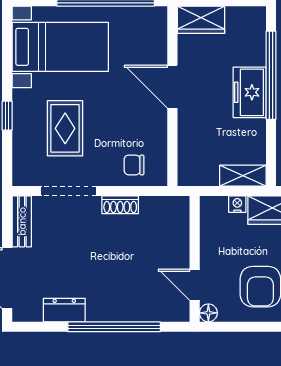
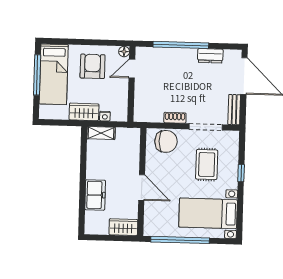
window: (271, 75) -> (82, 193), removed
freezer: (250, 92) -> (95, 195), moved
chair: (134, 165) -> (166, 141), width x1.87, depth x1.87
door: (195, 285) -> (132, 69), swing flipped

